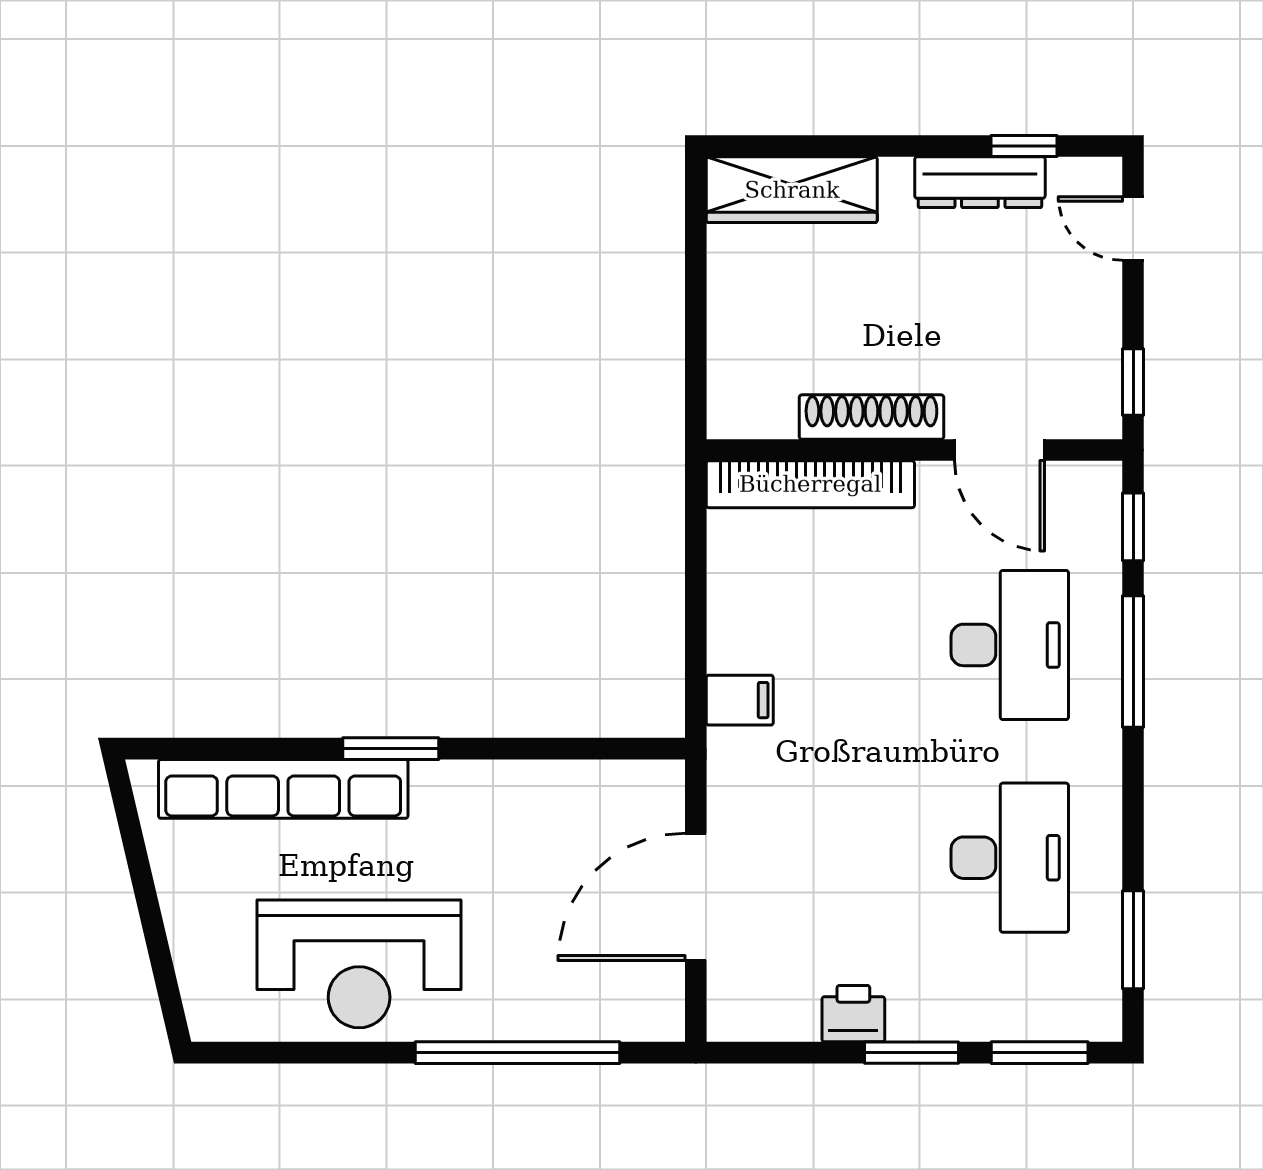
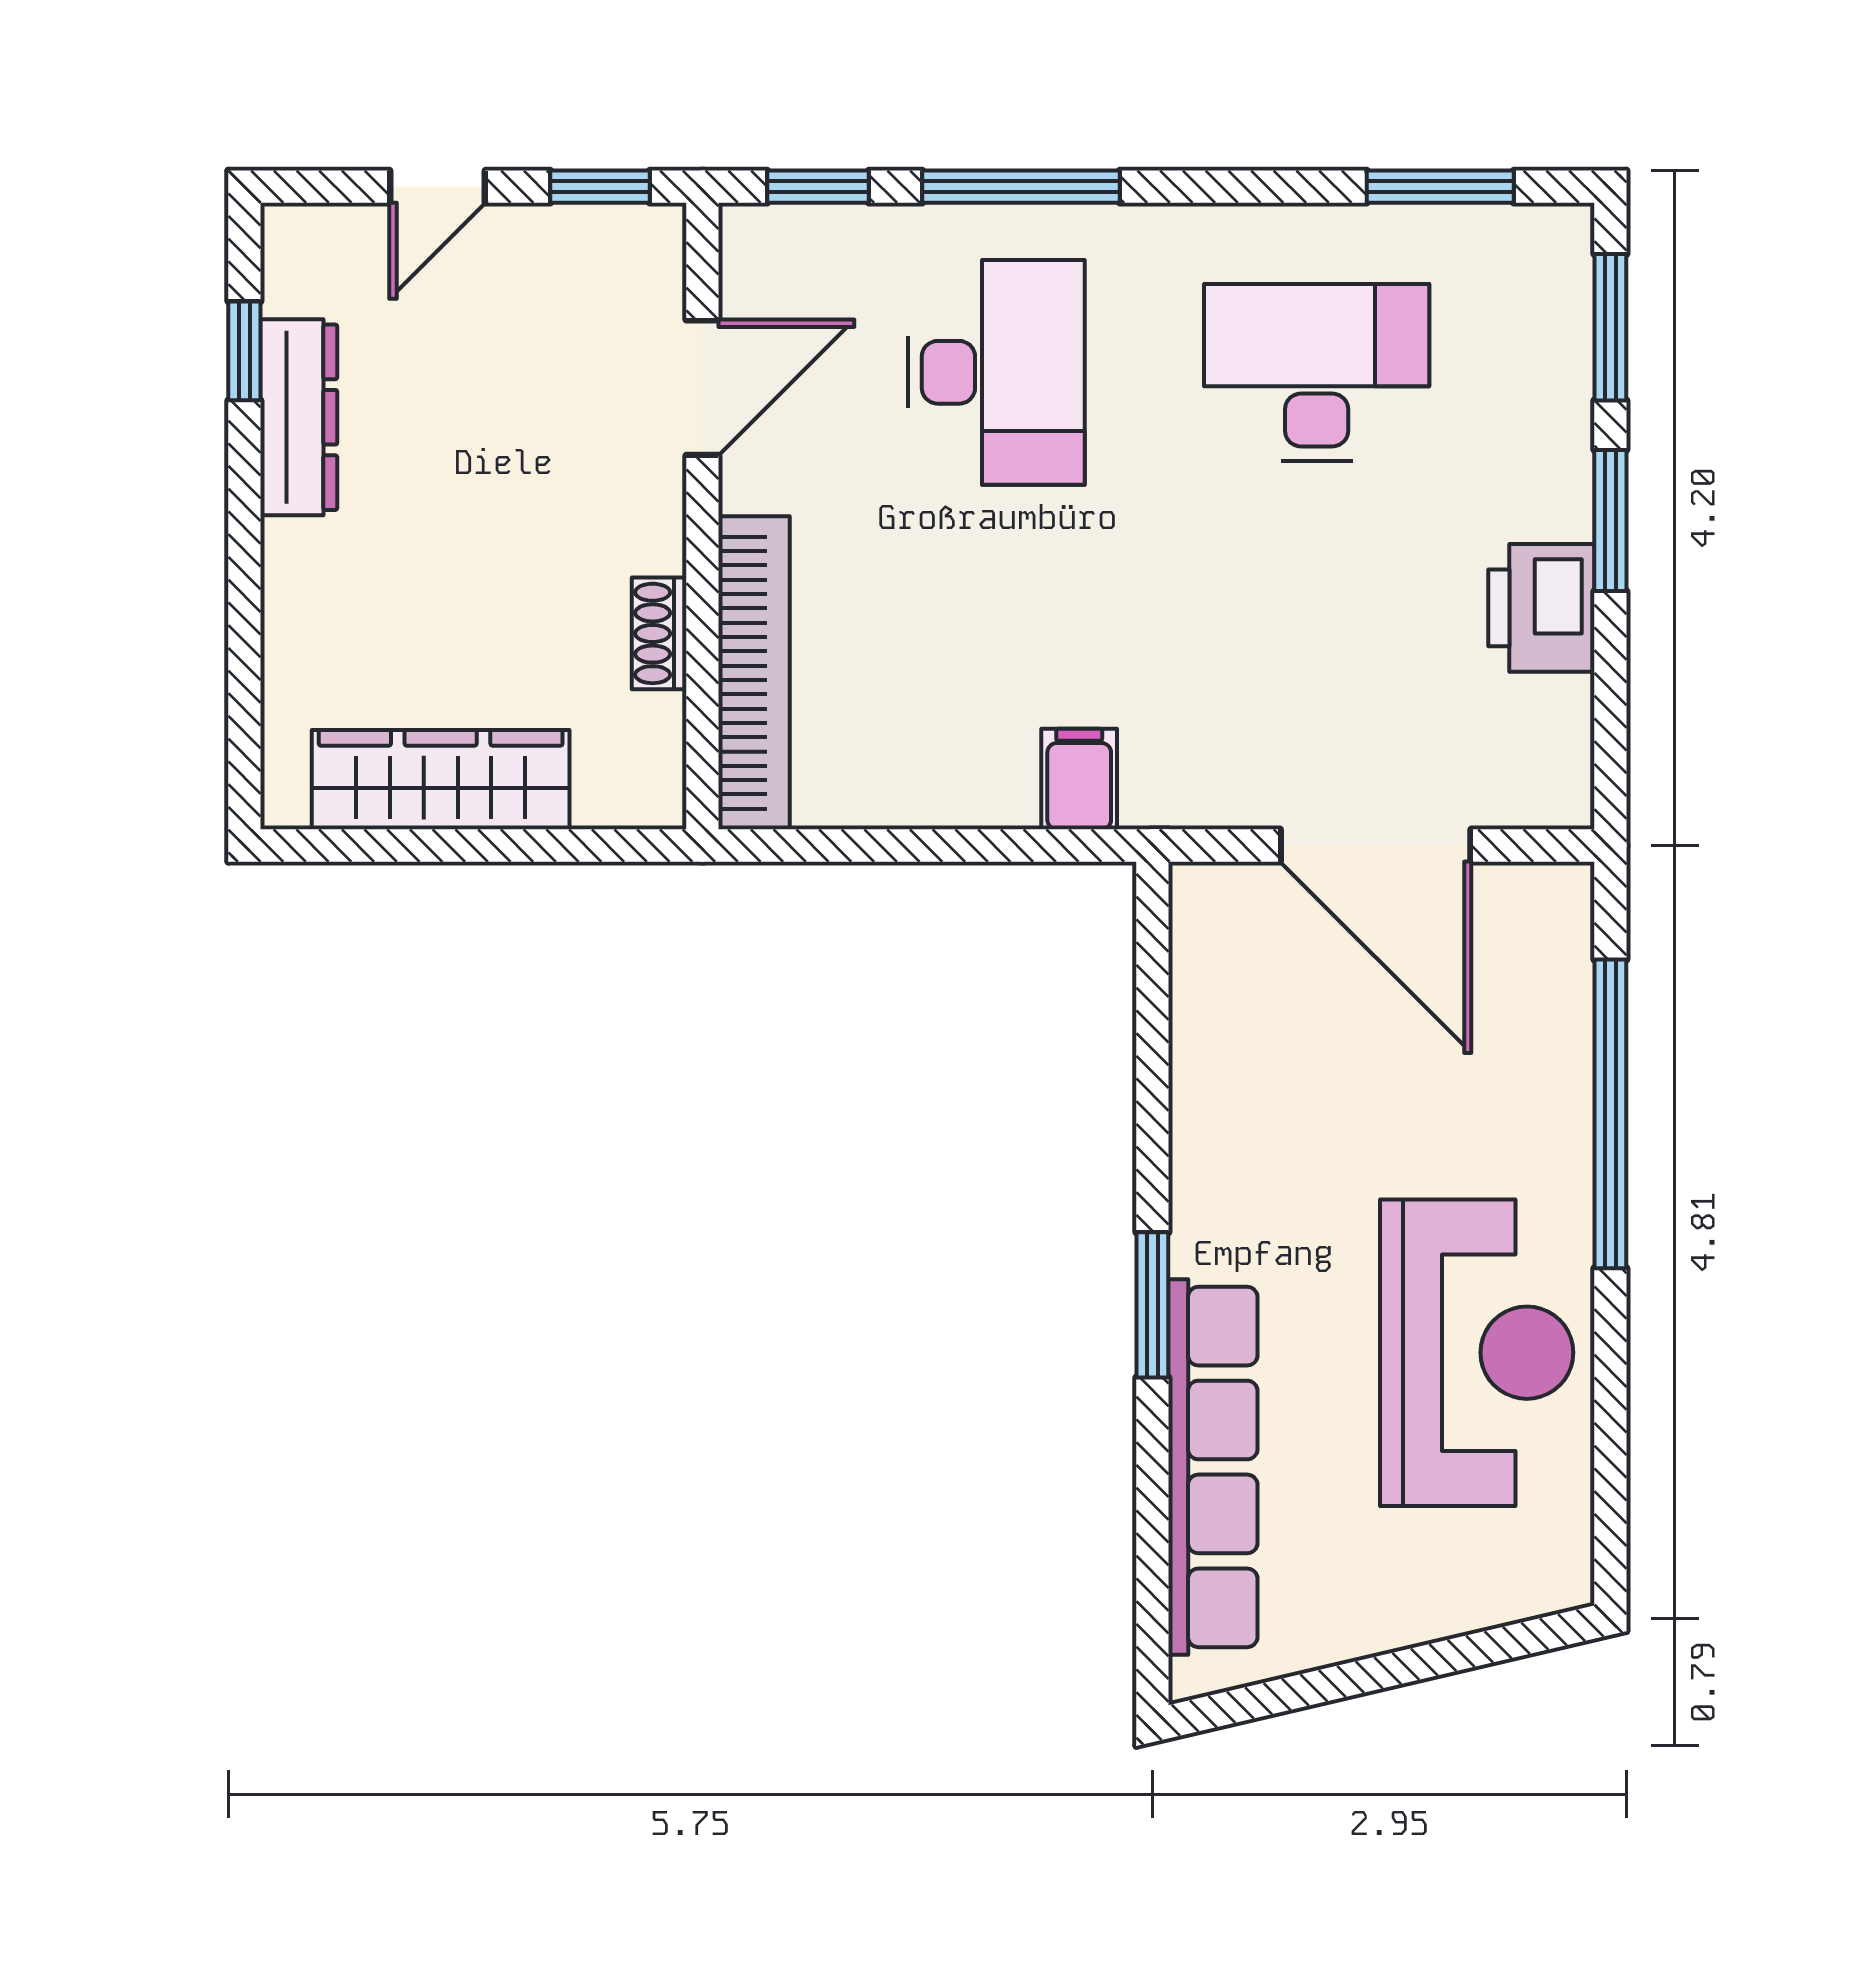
wardrobe: (792, 190) -> (441, 780), moved, turned -90
door: (1133, 229) -> (438, 187), moved
shoe rack: (871, 417) -> (659, 633), width x0.51, depth x0.81
desk: (1010, 645) -> (996, 372), turned 90
printer: (853, 1014) -> (1541, 608), width x1.36, depth x1.24

